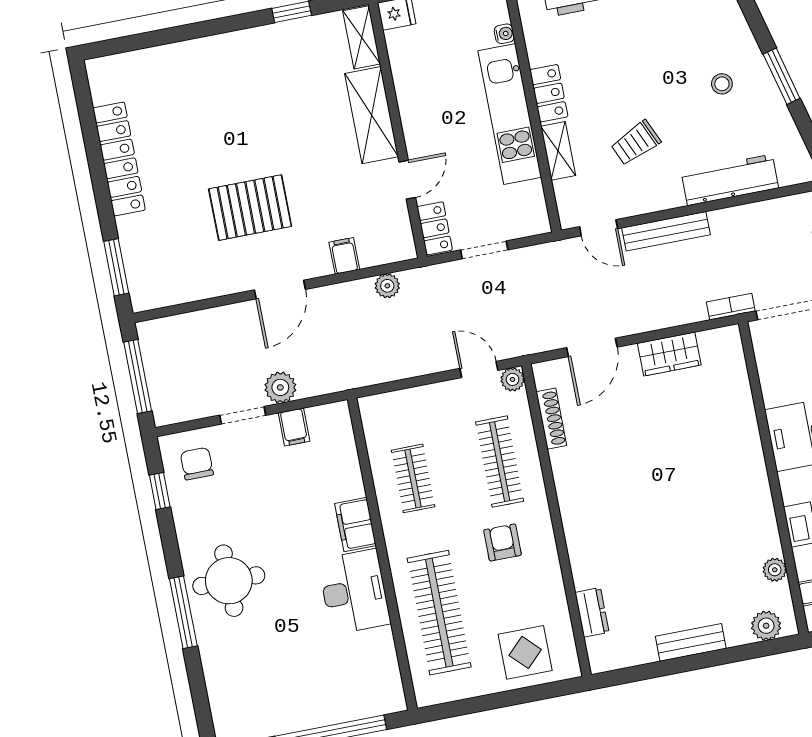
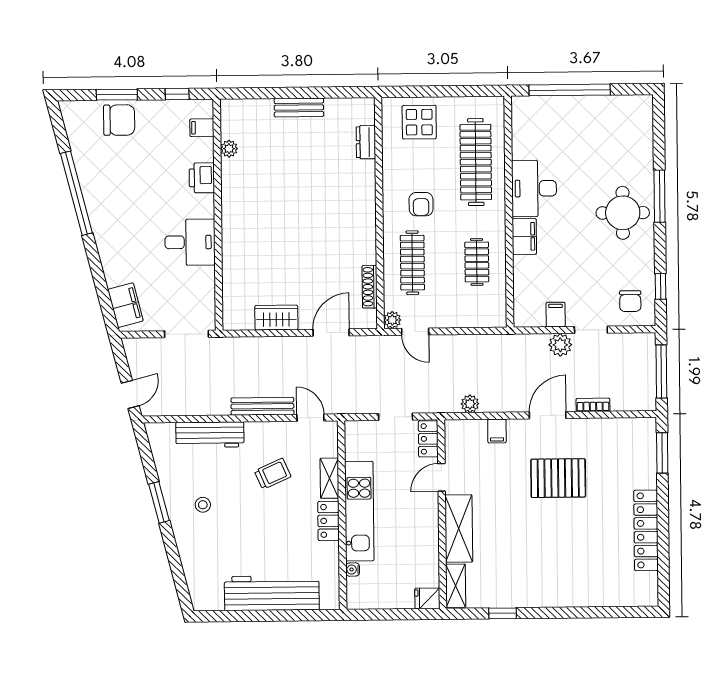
bookcase: (731, 307) -> (593, 405), moved, turned 180
plant: (766, 626) -> (243, 110), removed

